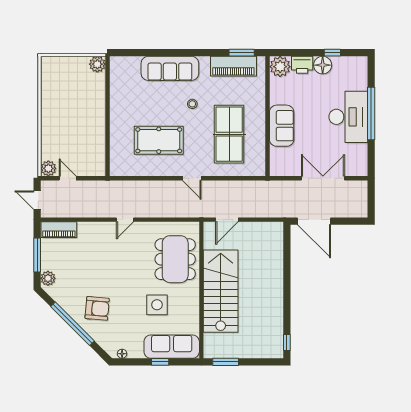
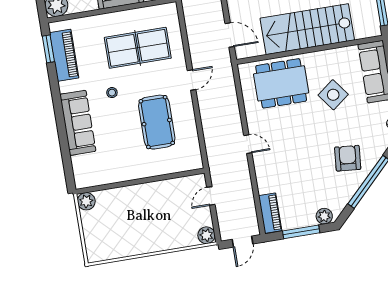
door: (68, 178) -> (211, 196), moved
side table: (157, 305) -> (333, 95), turned -37

